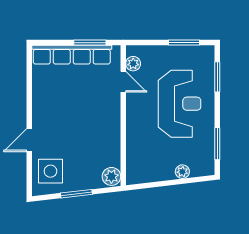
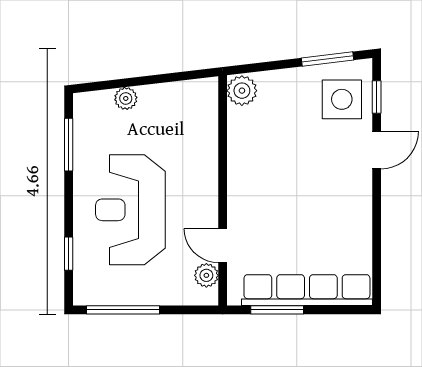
window: (184, 43) -> (123, 310), width x1.44
window: (217, 77) -> (69, 254), width x0.67
window: (29, 173) -> (377, 97), added
window: (76, 194) -> (327, 59), moved

